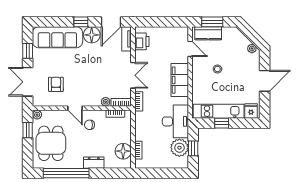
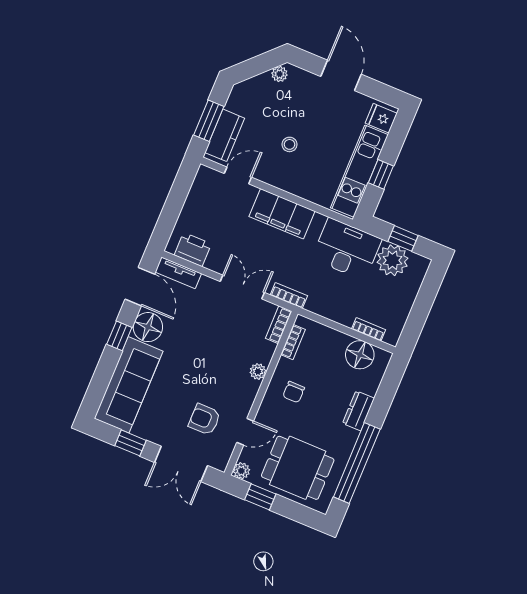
plant: (106, 102) -> (258, 371), moved
door: (75, 108) -> (245, 432), moved

